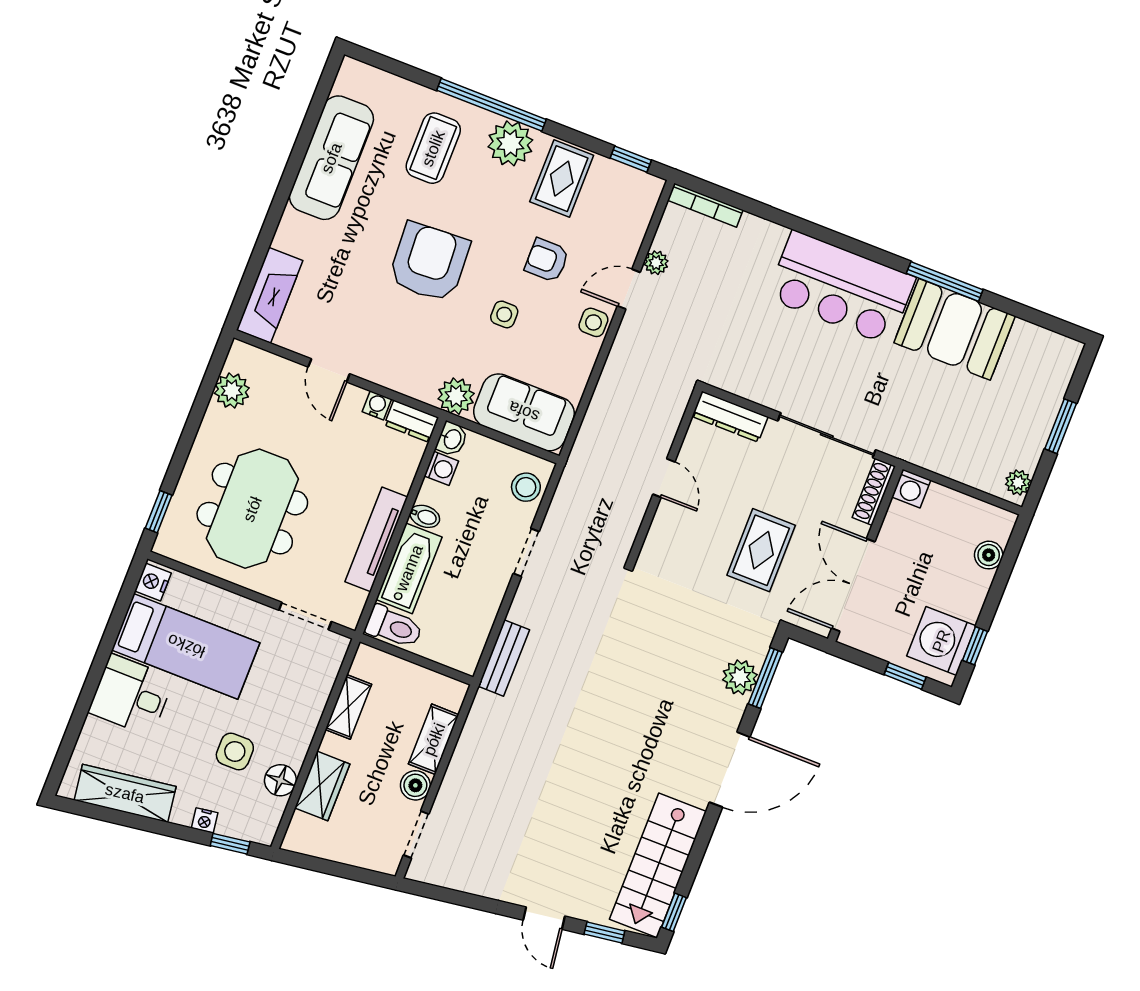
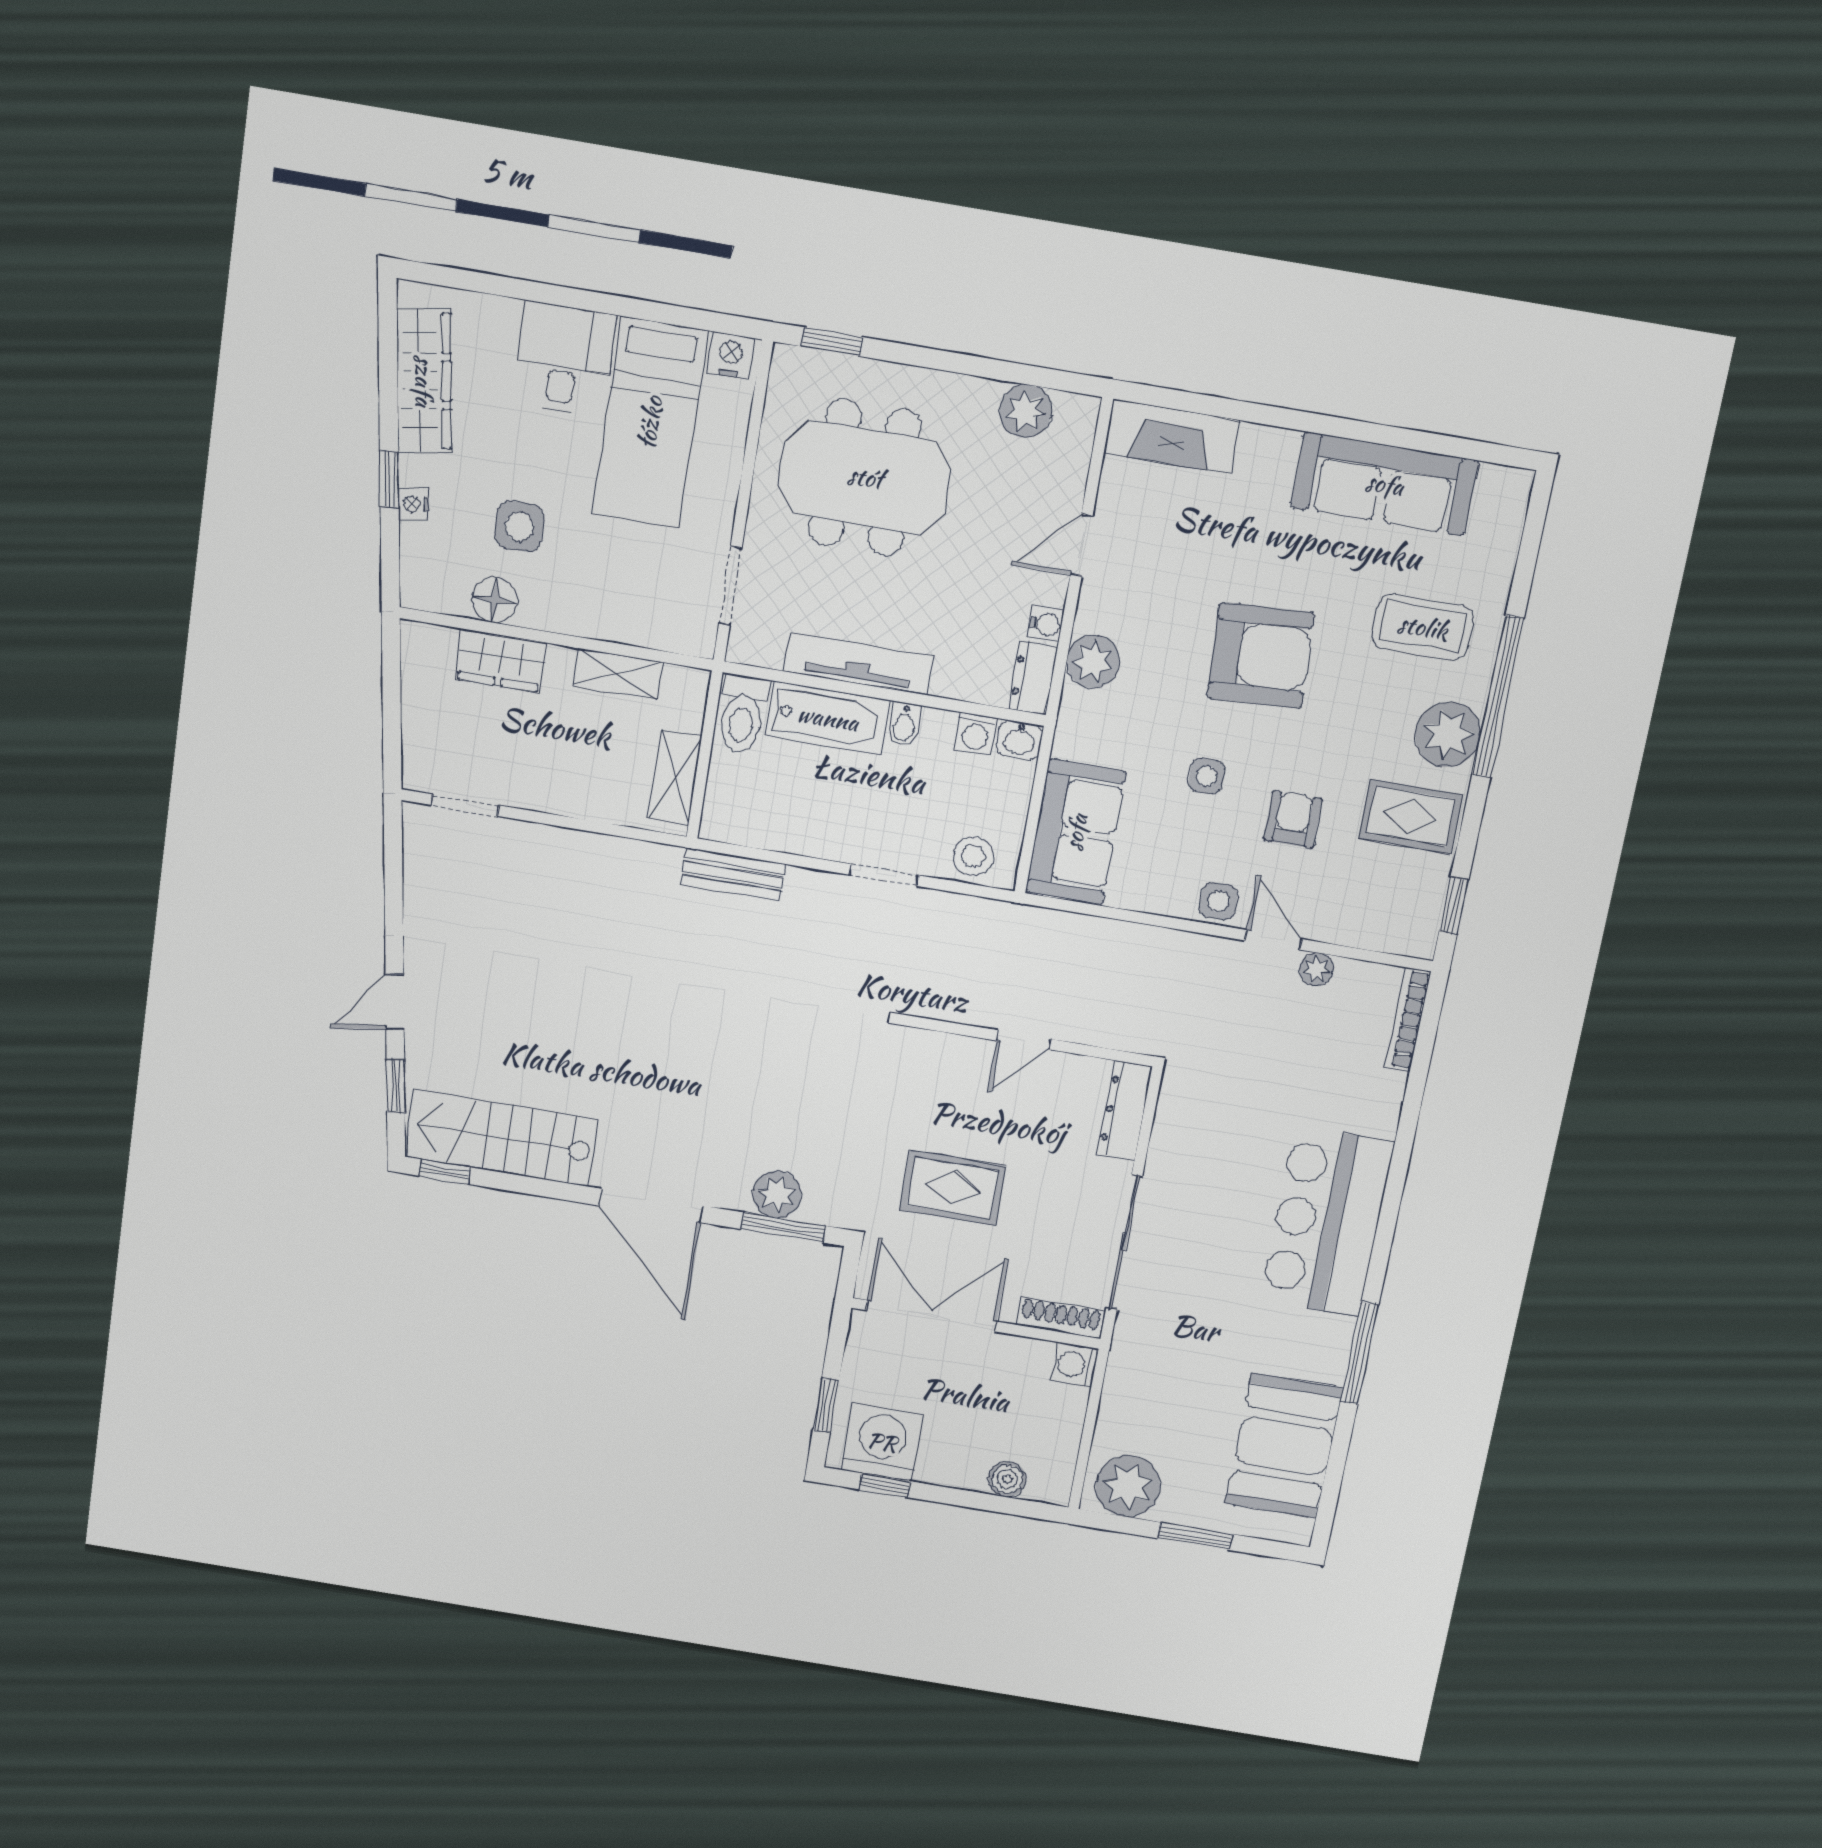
booth: (955, 329) -> (1284, 1446), moved
plant: (456, 396) -> (1093, 661), moved
plant: (1018, 482) -> (1128, 1486), width x1.87, depth x1.87
shelving: (434, 739) -> (675, 777), moved, turned 90
boiler: (415, 785) -> (532, 790), removed
window: (230, 844) -> (389, 479), moved

